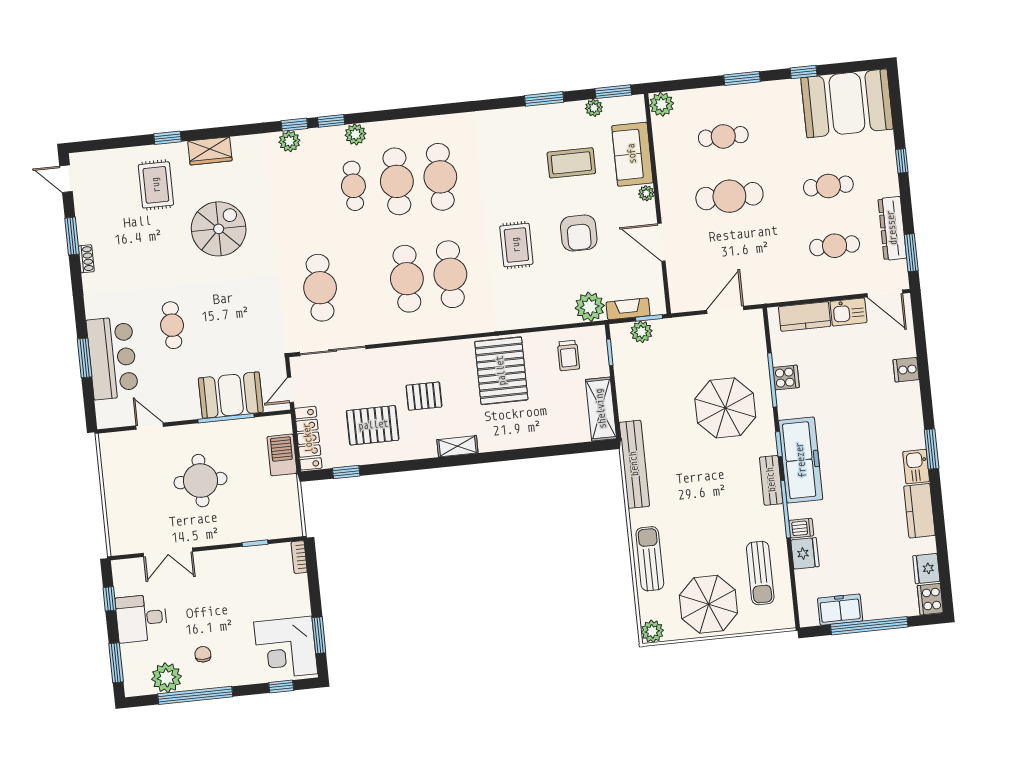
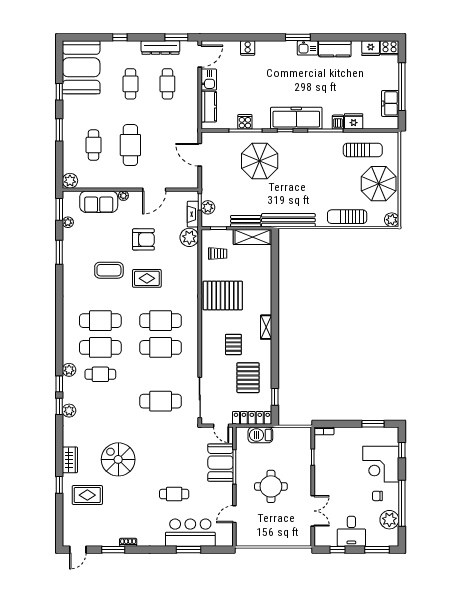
coffee table: (571, 163) -> (109, 270), moved, turned 90
bench: (771, 480) -> (246, 221), moved
corner desk: (286, 648) -> (381, 464), moved, turned 90

